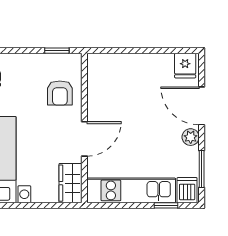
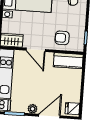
kitchen counter: (100, 79) -> (68, 61), added

